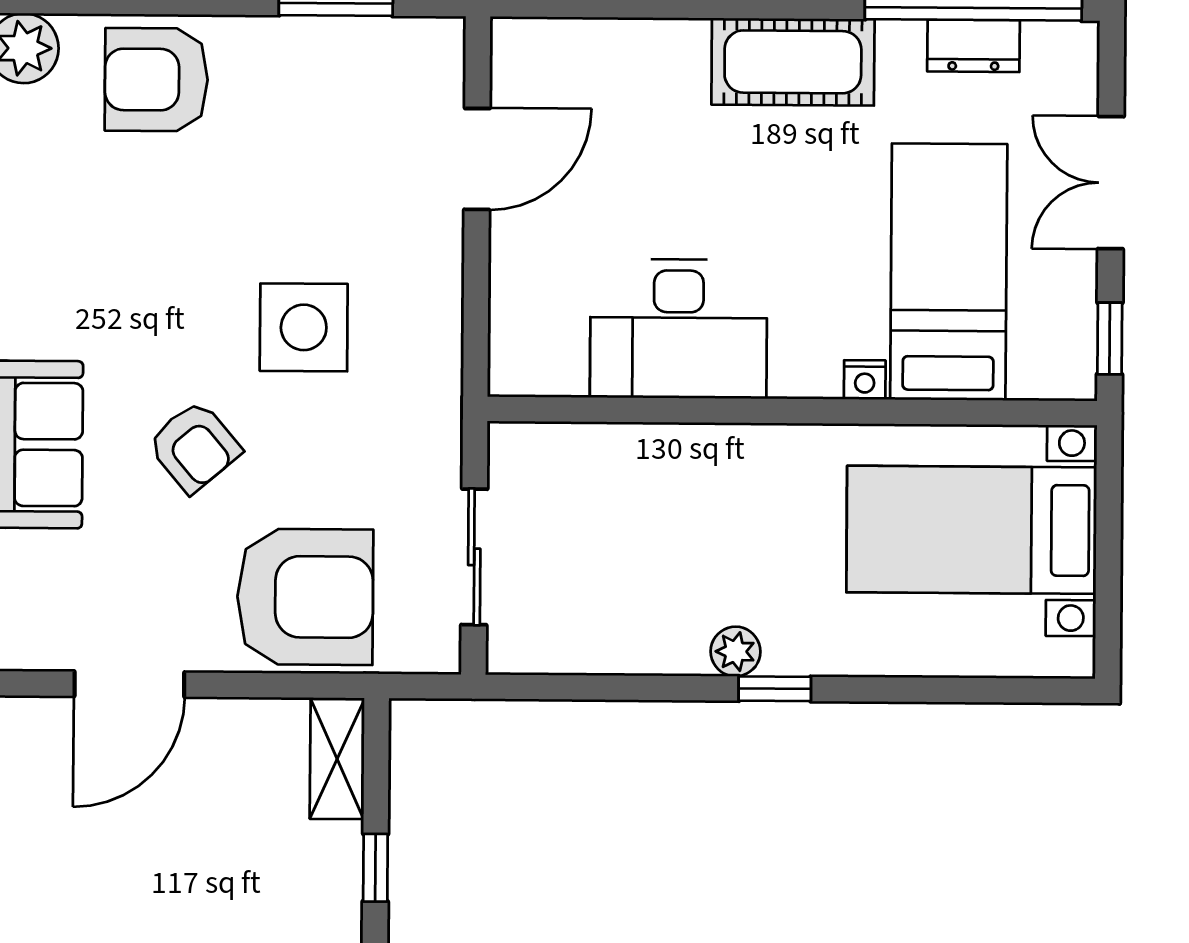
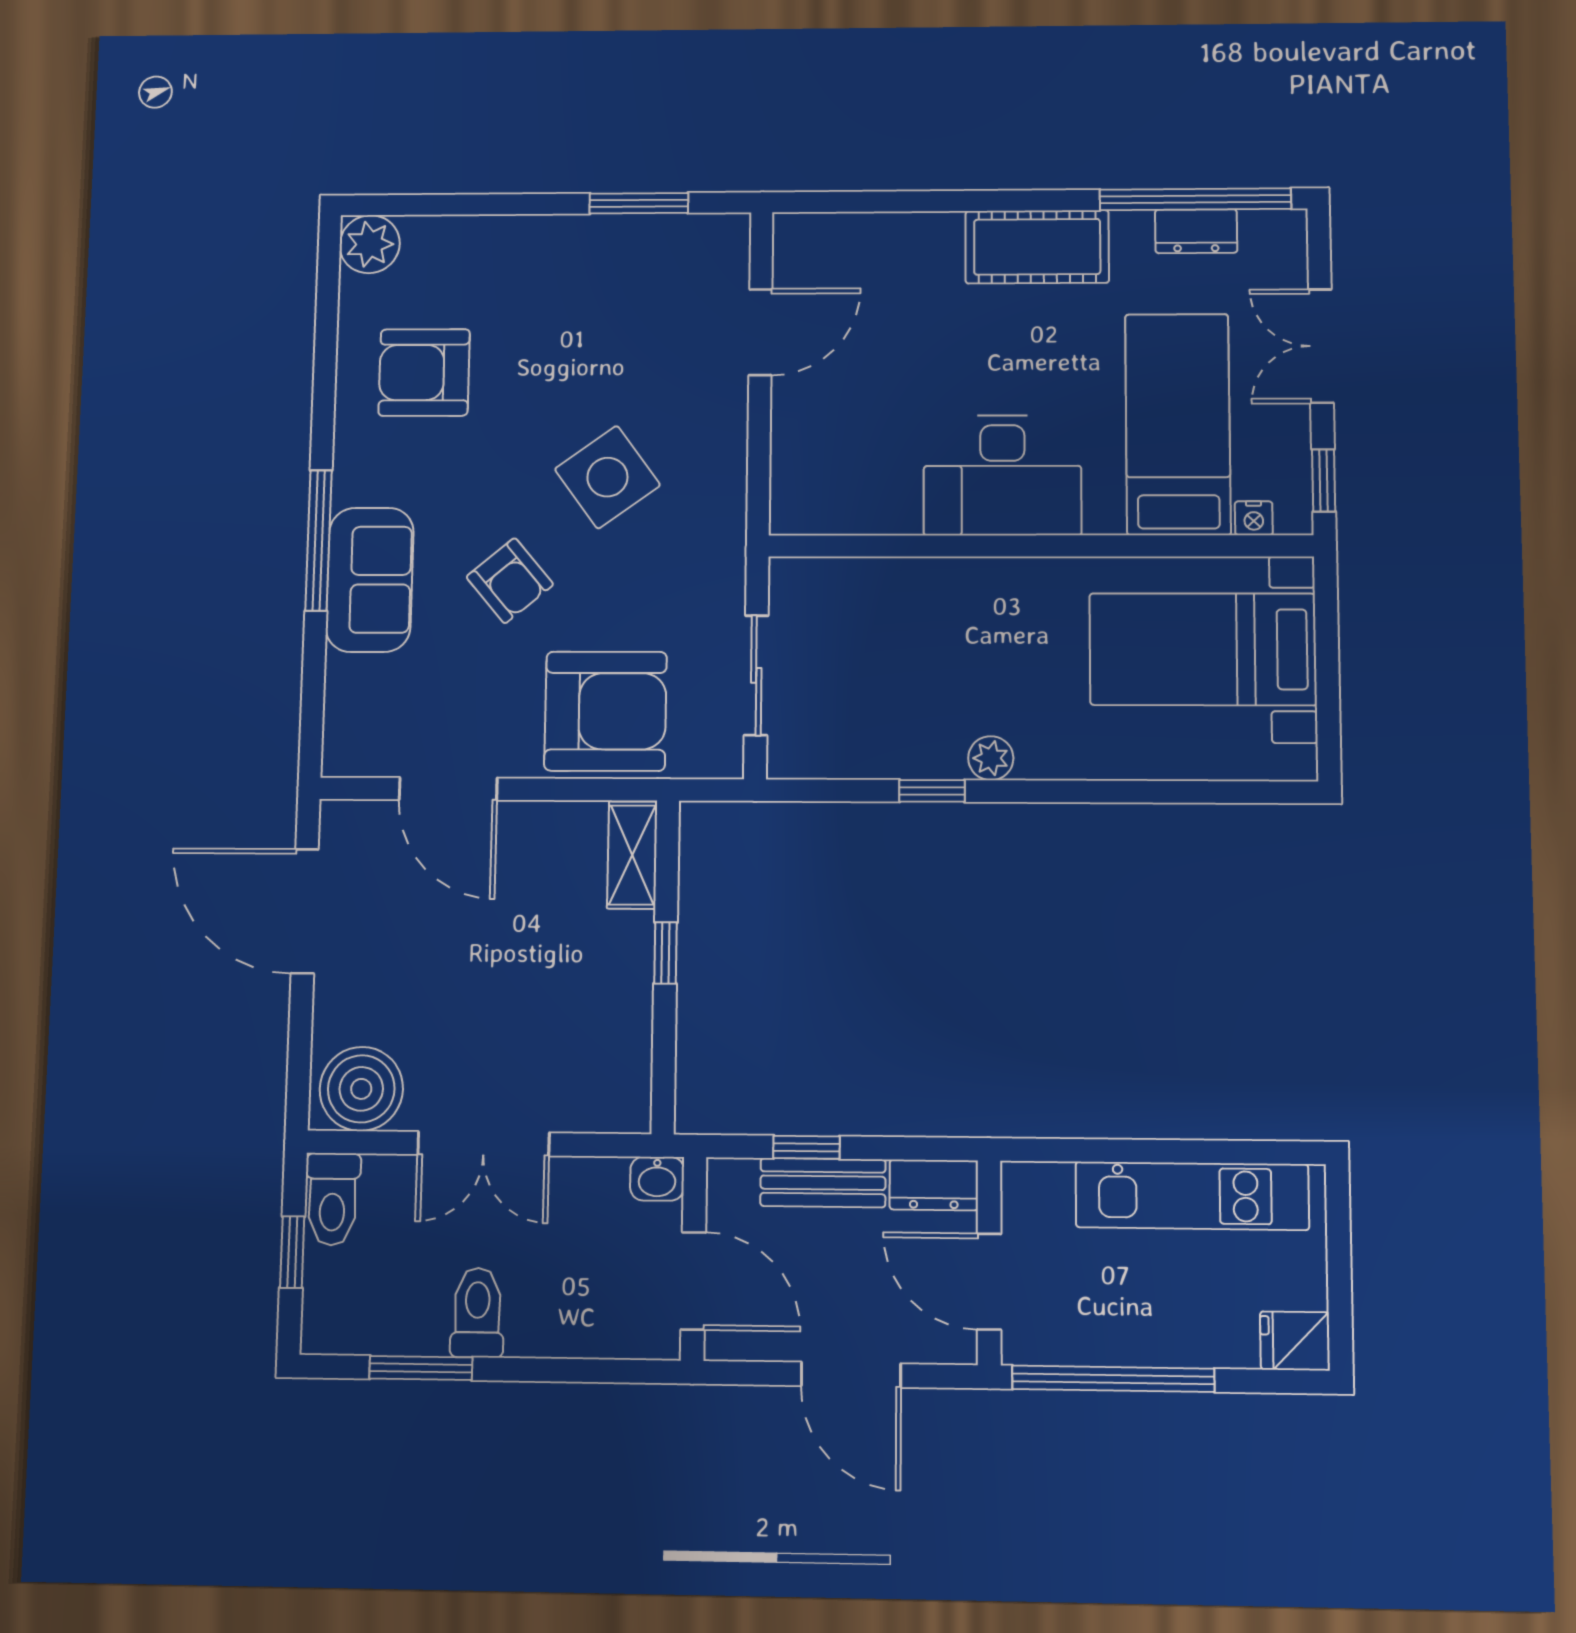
armchair: (156, 80) -> (424, 372), moved
side table: (304, 327) -> (607, 477), turned -36
desk: (679, 329) -> (1002, 475), moved
nightstand: (865, 380) -> (1254, 518), moved
door: (129, 684) -> (448, 789), hinge flipped
window: (775, 689) -> (932, 791), moved

